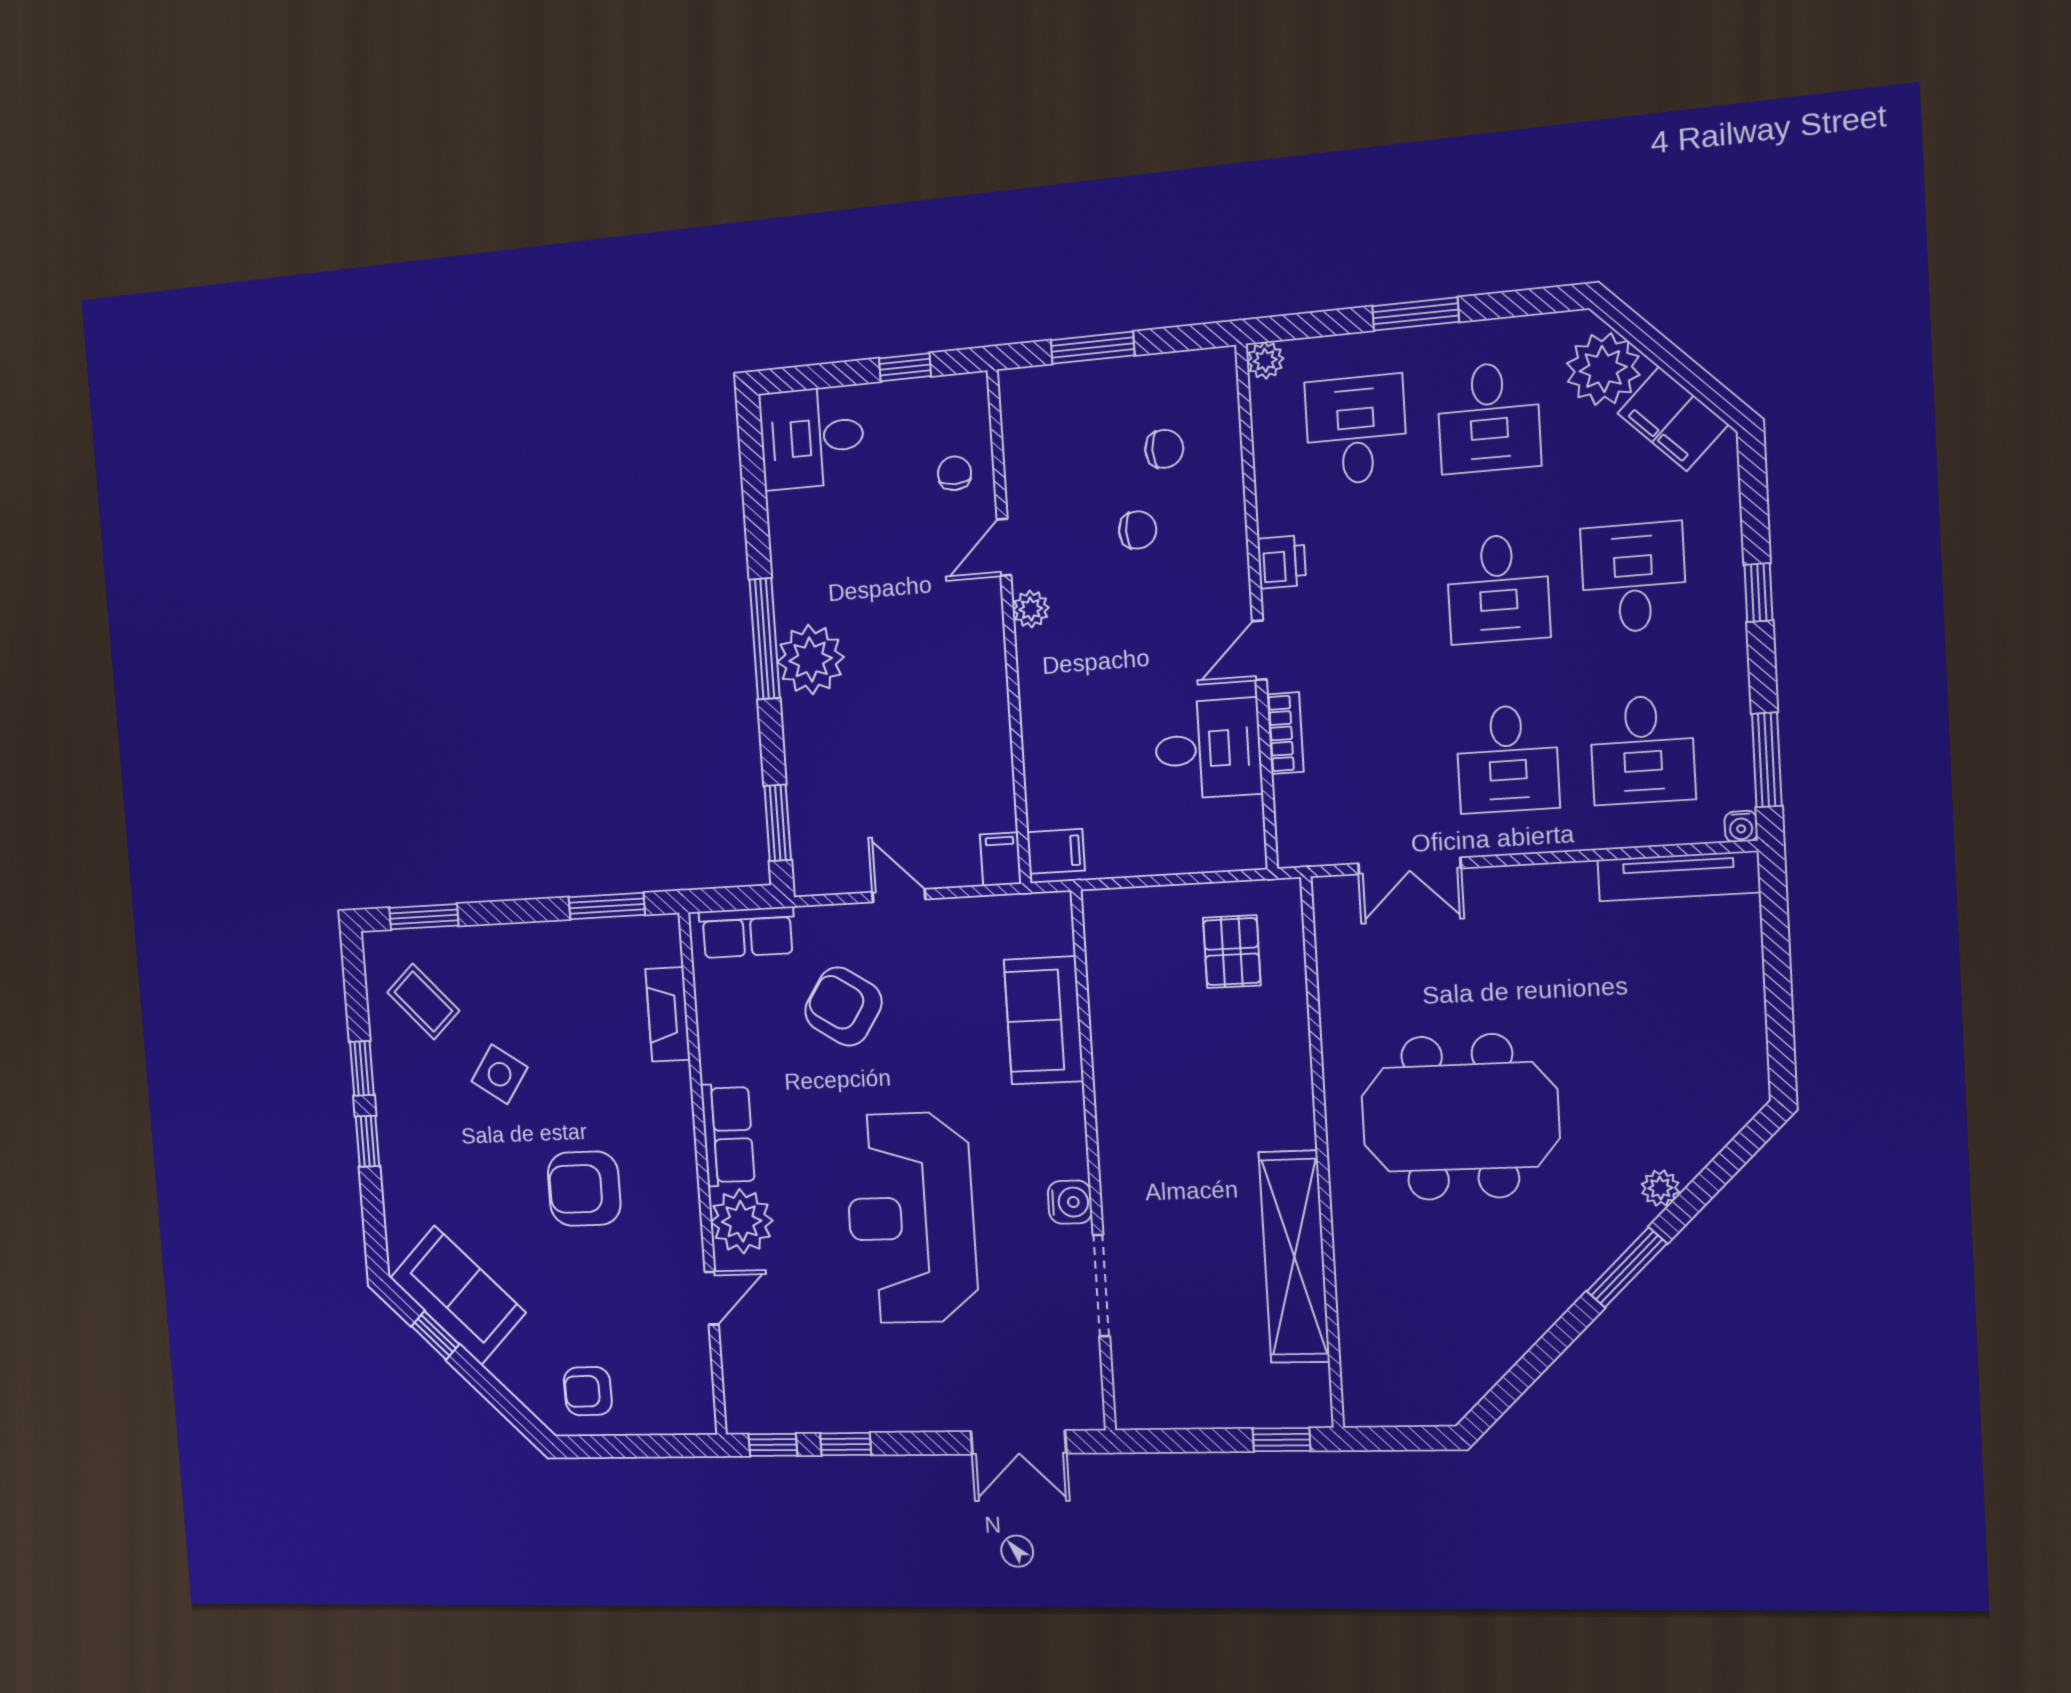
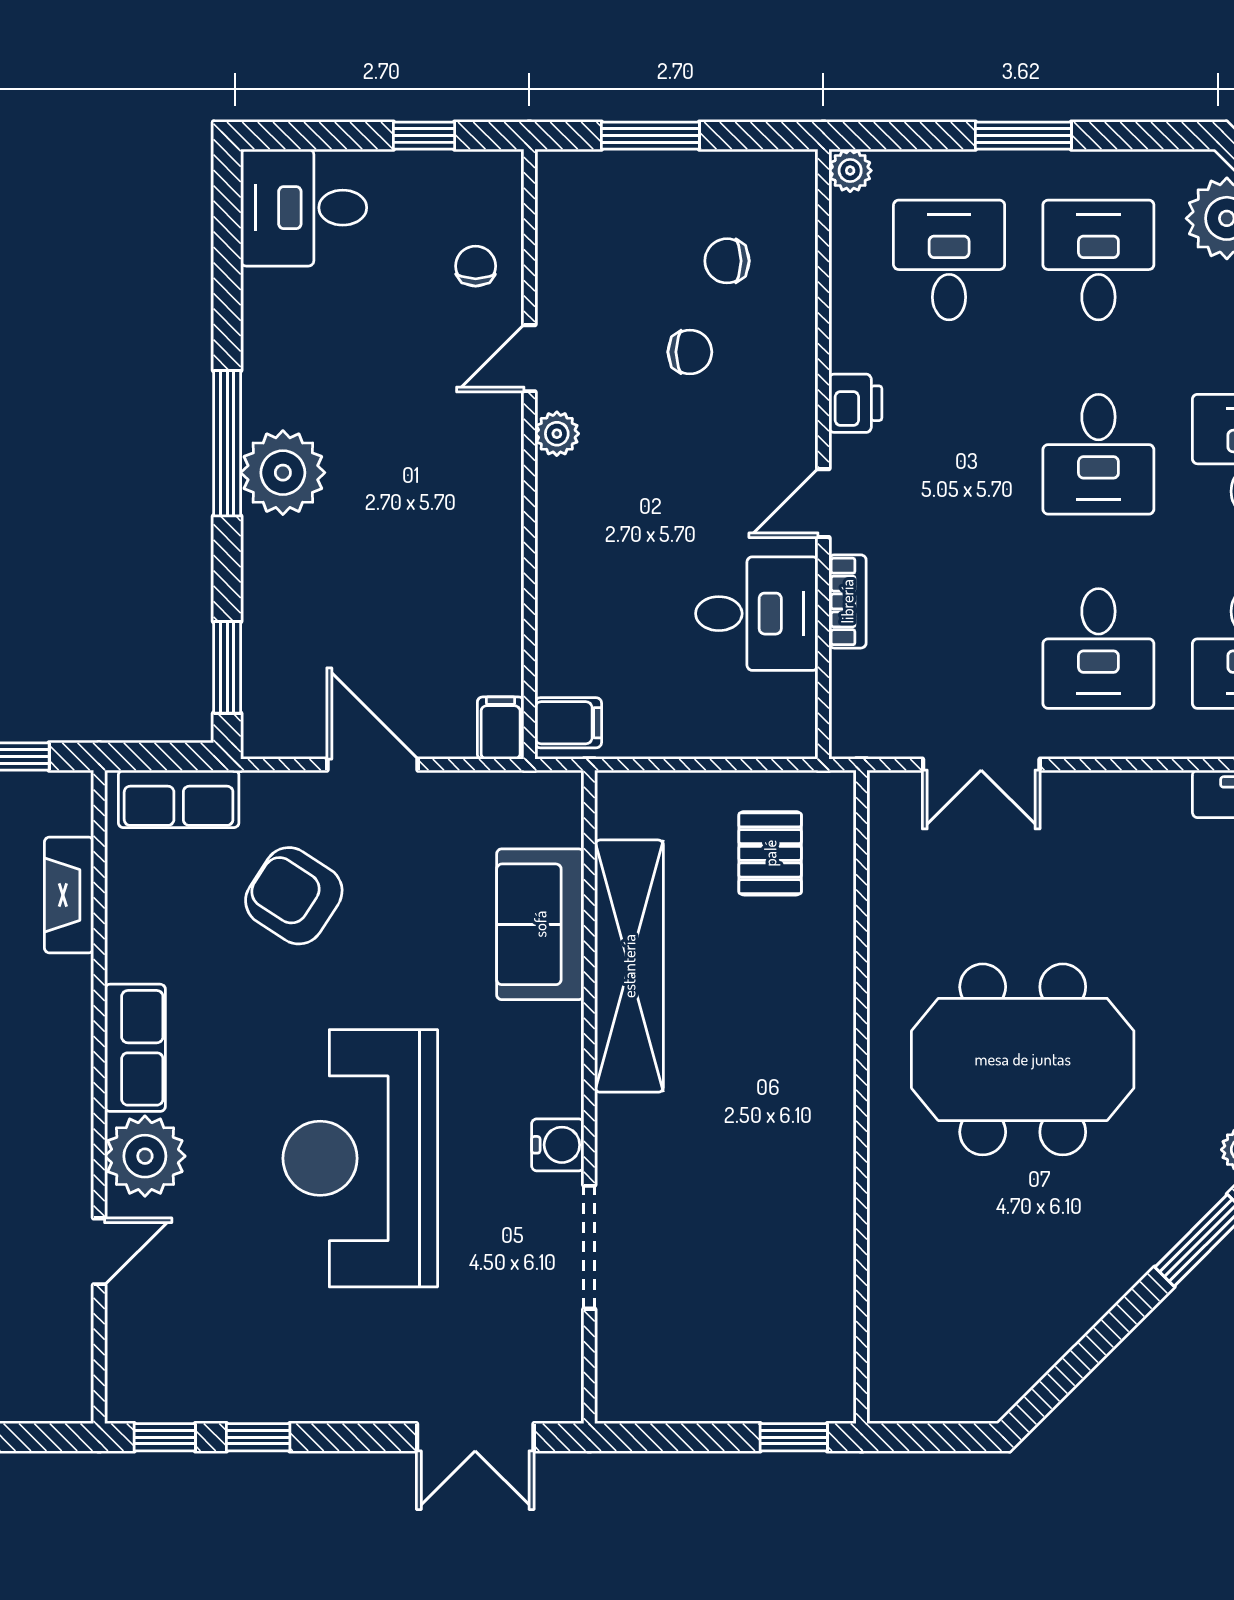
desk: (1489, 417) -> (1098, 260), turned 180
chair: (1164, 449) -> (727, 261), turned 180
door: (899, 896) -> (373, 765), width x1.38
shelving: (1294, 1257) -> (629, 966), moved

